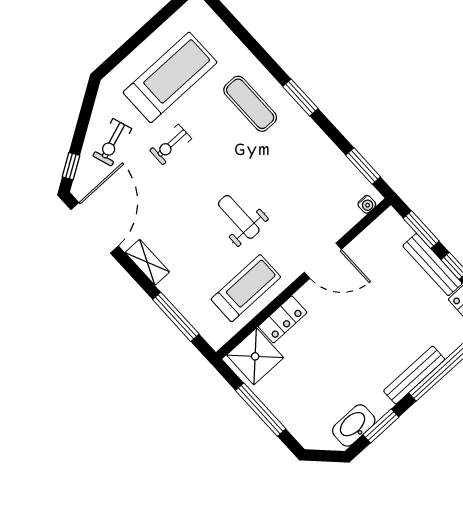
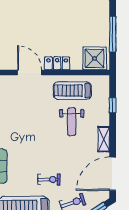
weight bench: (239, 217) -> (72, 122), moved
window: (176, 317) -> (113, 105), width x0.46
locker: (283, 319) -> (57, 63), moved

